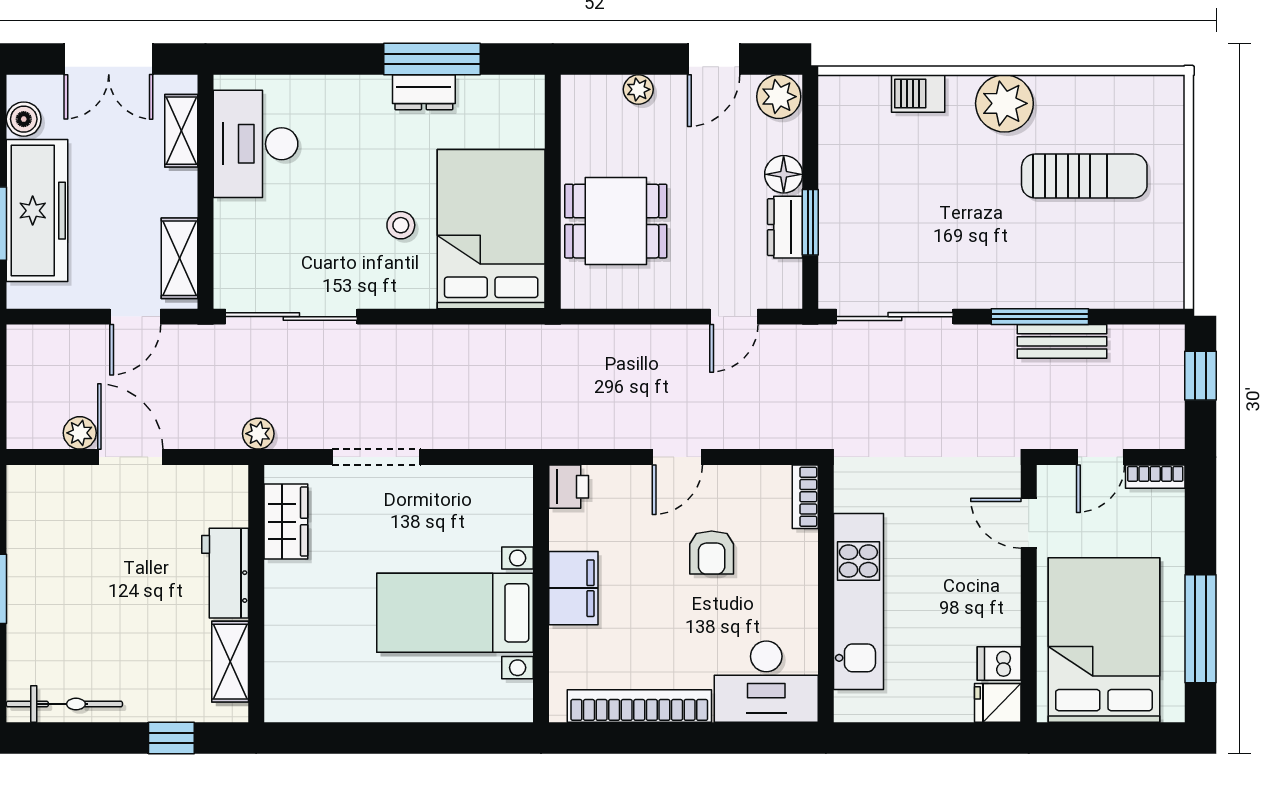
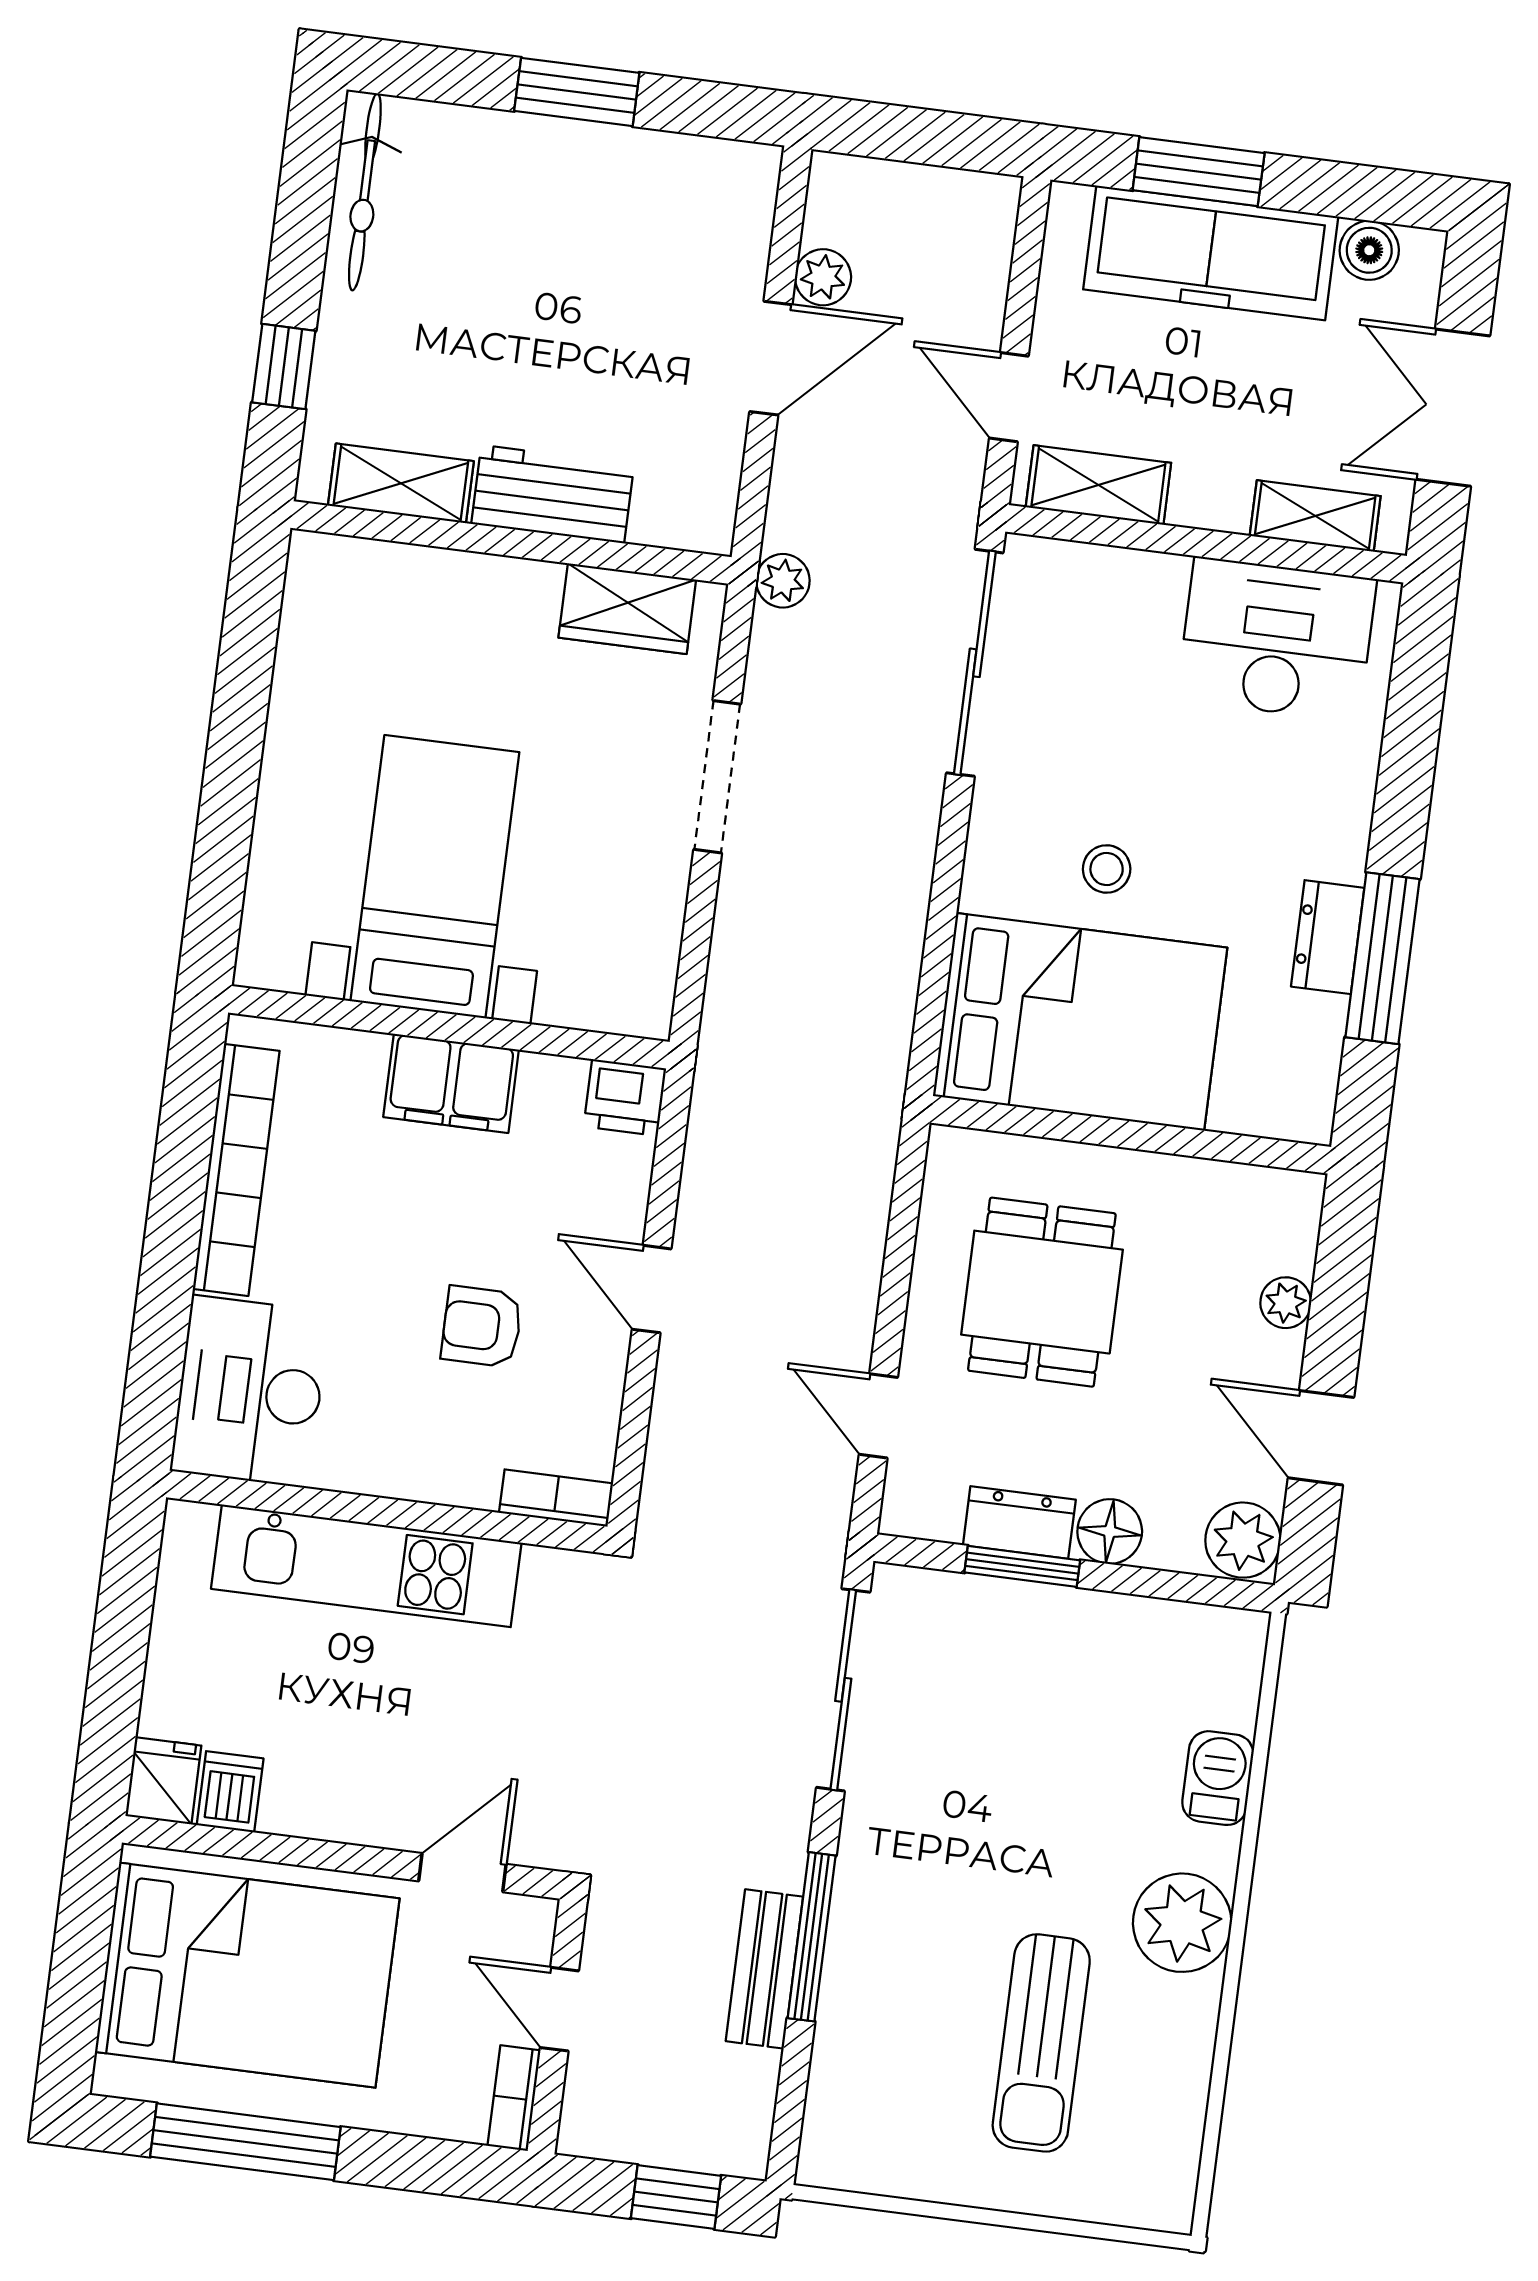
dining table: (616, 221) -> (1042, 1292), moved

